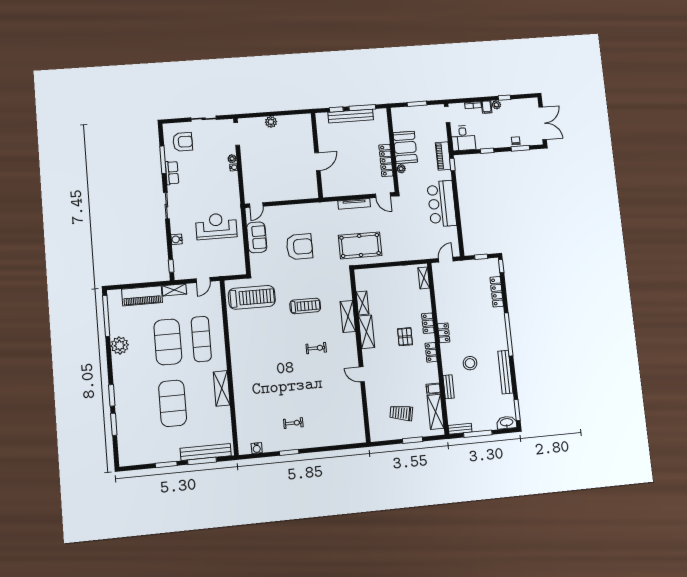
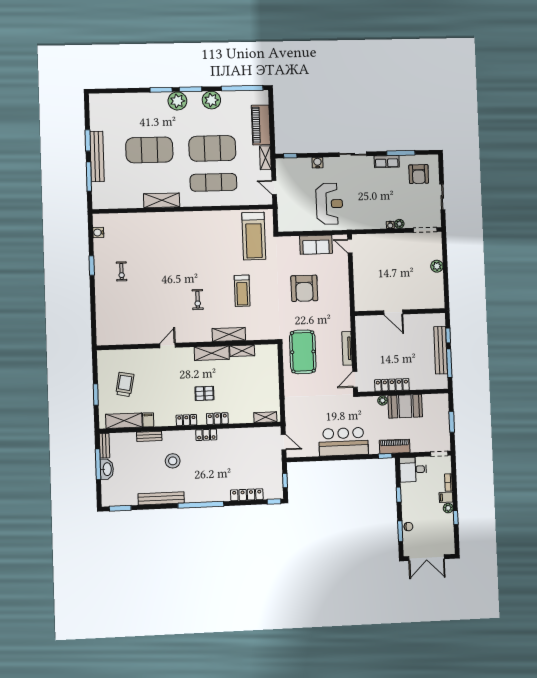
plant: (122, 379) -> (177, 101), added
washbasin: (507, 423) -> (107, 469), moved
window: (114, 424) -> (190, 89), moved
bench: (206, 452) -> (97, 156), moved

